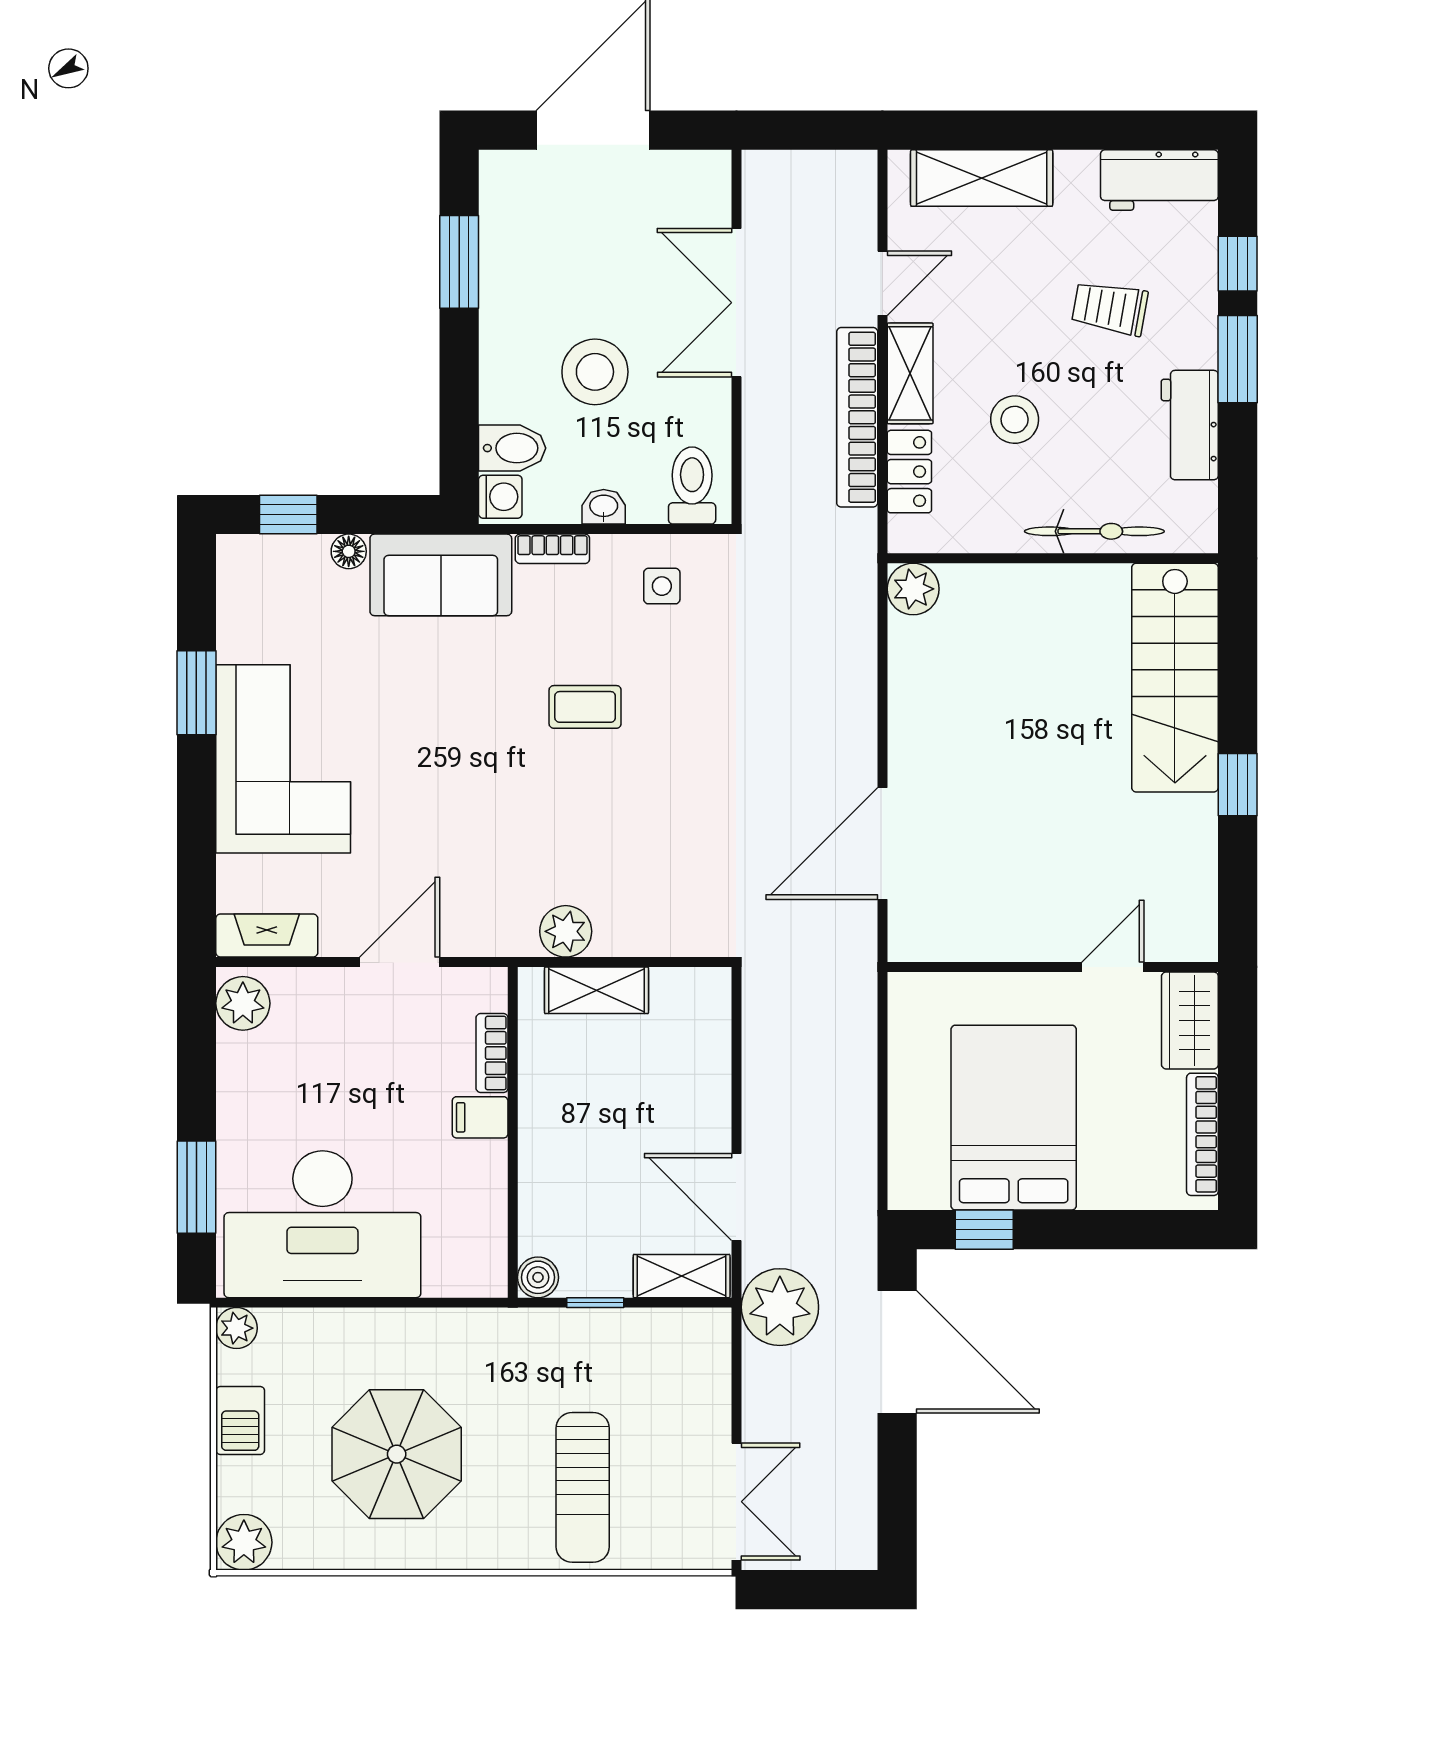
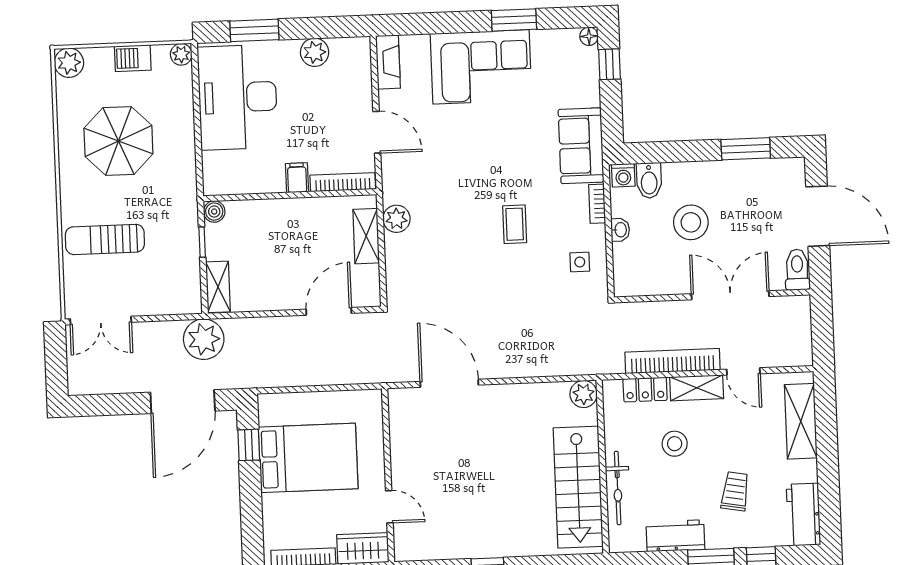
toilet: (692, 486) -> (797, 270), moved, turned -90
floor lamp: (349, 551) -> (589, 36), moved
stairs: (1175, 678) -> (578, 487), moved, turned -90
plant: (243, 1003) -> (315, 52), moved
bookcase: (492, 1053) -> (343, 182), width x1.56
door: (736, 1197) -> (329, 311), moved

